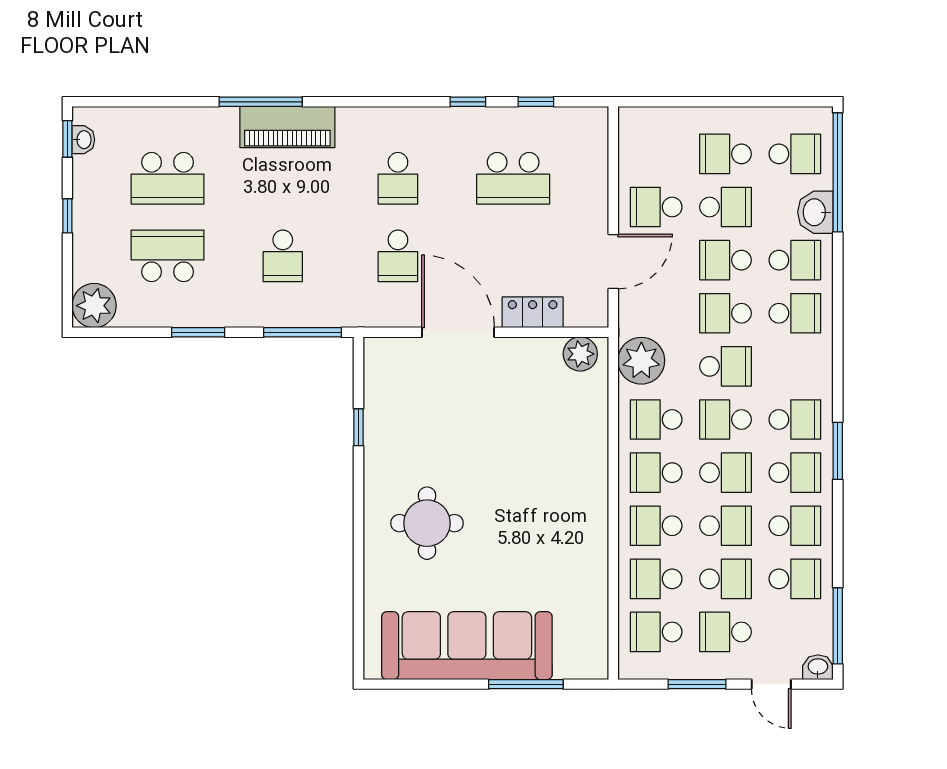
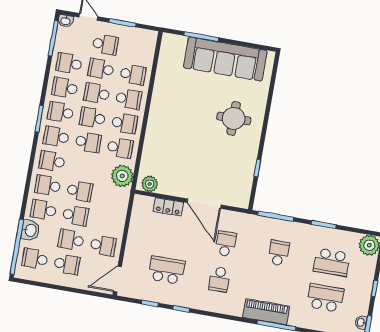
school desk: (398, 178) -> (219, 279), turned 180
door: (613, 262) -> (117, 279), moved
school desk: (726, 366) -> (52, 161), moved
school desk: (656, 632) -> (137, 50), removed

